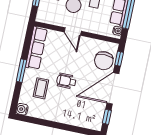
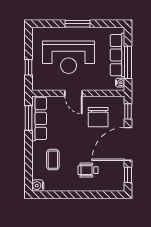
chair: (104, 61) -> (98, 117), moved
window: (21, 71) -> (29, 118), moved
wheelchair: (66, 81) -> (88, 170), moved

